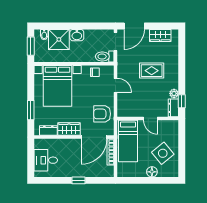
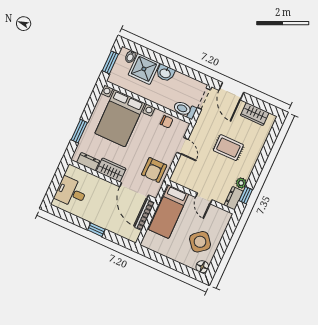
door: (134, 26) -> (231, 91), hinge flipped
armchair: (102, 114) -> (154, 170), turned -90
door: (94, 137) -> (134, 191), hinge flipped
floor lamp: (152, 172) -> (202, 267), moved

